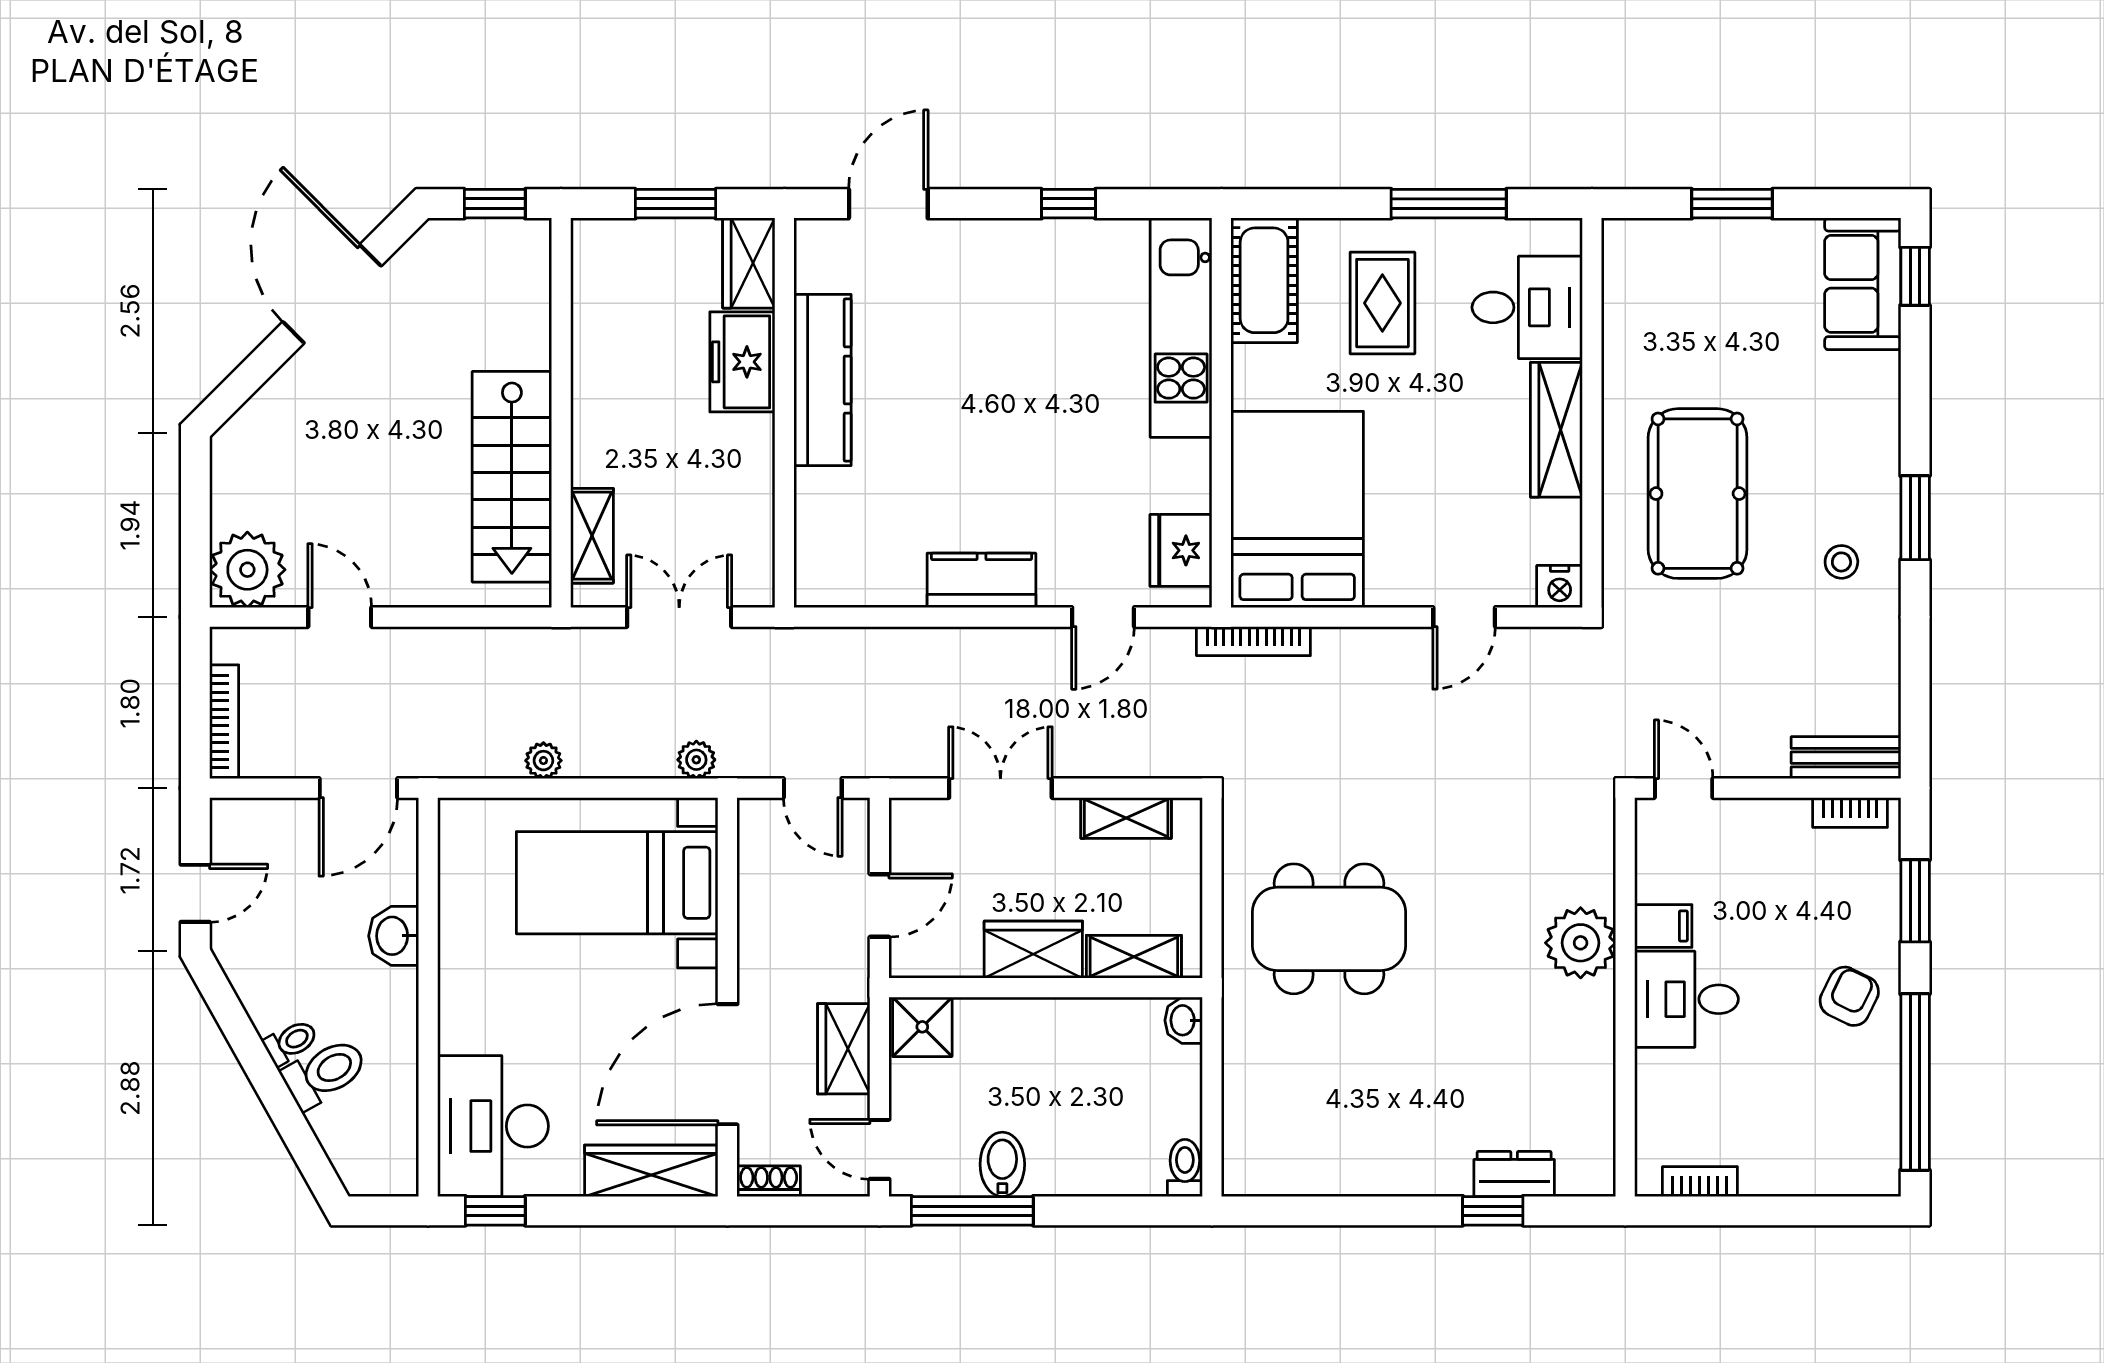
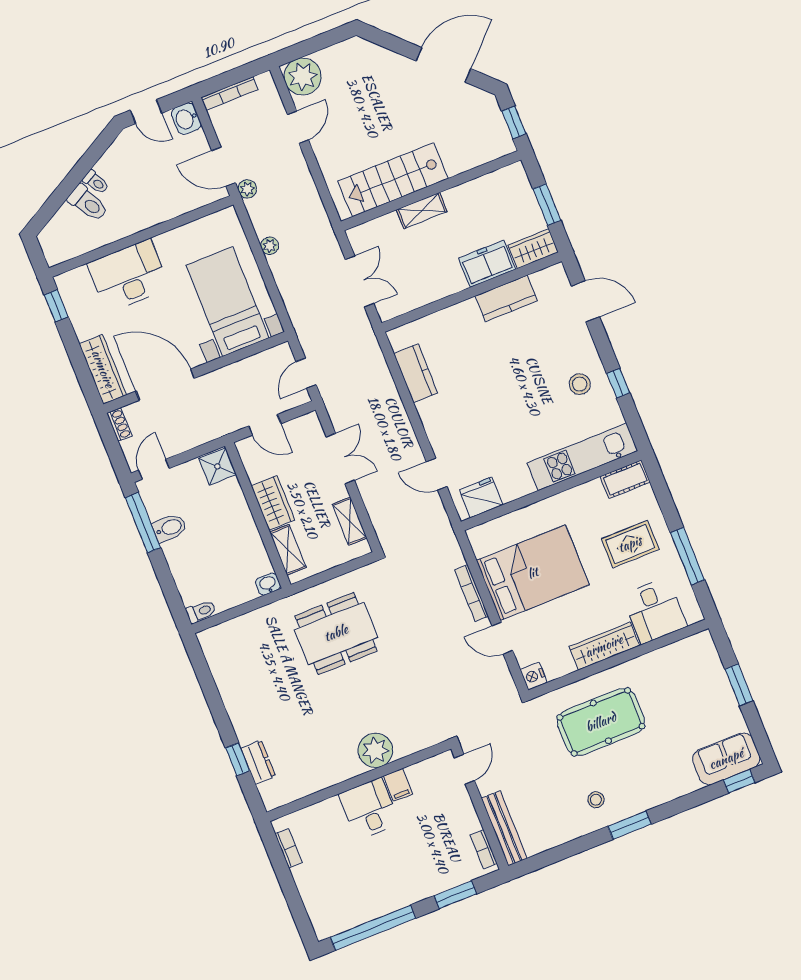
stool: (1041, 277) -> (580, 384), added
cot: (1264, 280) -> (625, 479), width x0.73, depth x0.75
kitchen counter: (822, 380) -> (506, 298), width x0.67
bed: (1297, 509) -> (533, 573), moved
shelving: (592, 536) -> (422, 211), moved
kitchen counter: (981, 580) -> (416, 373), moved
bookcase: (1253, 641) -> (472, 593), moved
bench: (1846, 758) -> (504, 828), width x1.36
plant: (696, 760) -> (247, 189), moved
dining table: (1329, 929) -> (336, 633), turned 90
washbasin: (394, 936) -> (186, 119), moved, turned -90
armchair: (1849, 996) -> (400, 882), removed
wardrobe: (844, 1049) -> (193, 435), removed
desk: (493, 1126) -> (128, 276), moved

